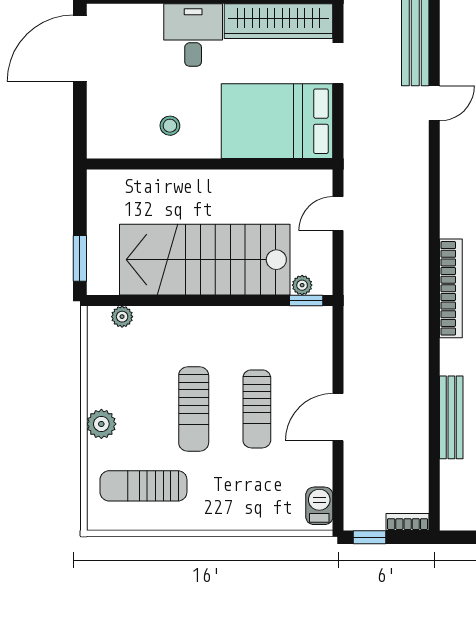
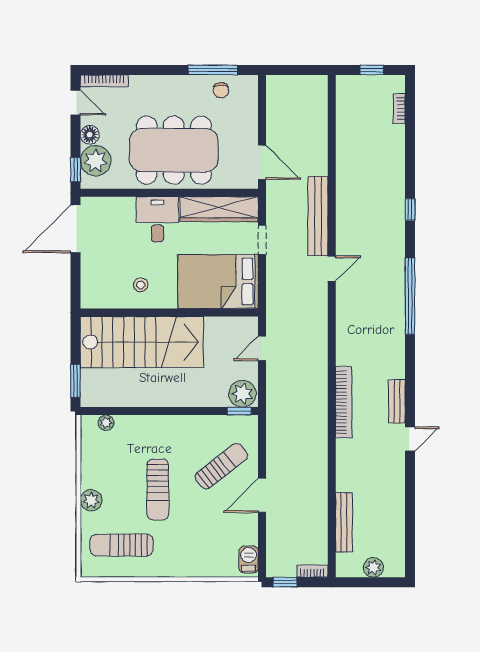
stairs: (205, 260) -> (142, 342), moved, turned 180
plant: (302, 285) -> (242, 394), width x1.88, depth x1.88
sun lounger: (257, 409) -> (221, 466), moved, turned -128
bench: (451, 417) -> (344, 522), moved

